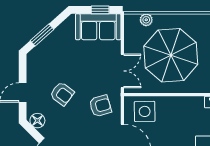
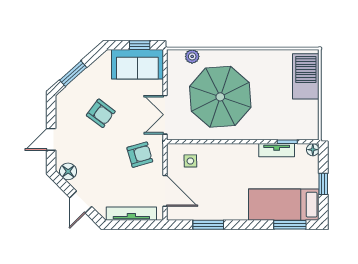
double door: (122, 71) -> (165, 115), swing flipped
armchair: (62, 94) -> (101, 113), moved
side table: (145, 111) -> (190, 161), width x0.54, depth x0.54

